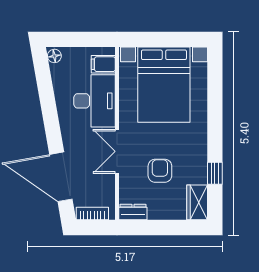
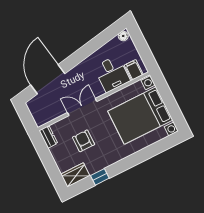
desk: (94, 101) -> (112, 74), width x0.73
armchair: (160, 171) -> (84, 141), turned -90
bookcase: (92, 214) -> (34, 111), removed

